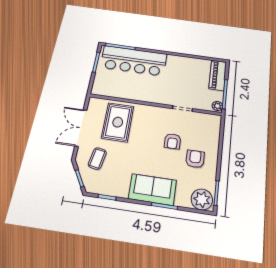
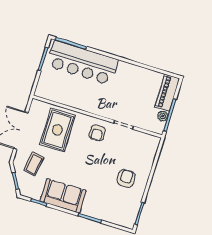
plant: (217, 106) -> (163, 116), moved
armchair: (173, 141) -> (97, 133), moved
sofa: (152, 189) -> (63, 196), moved
plant: (202, 199) -> (125, 217), removed

